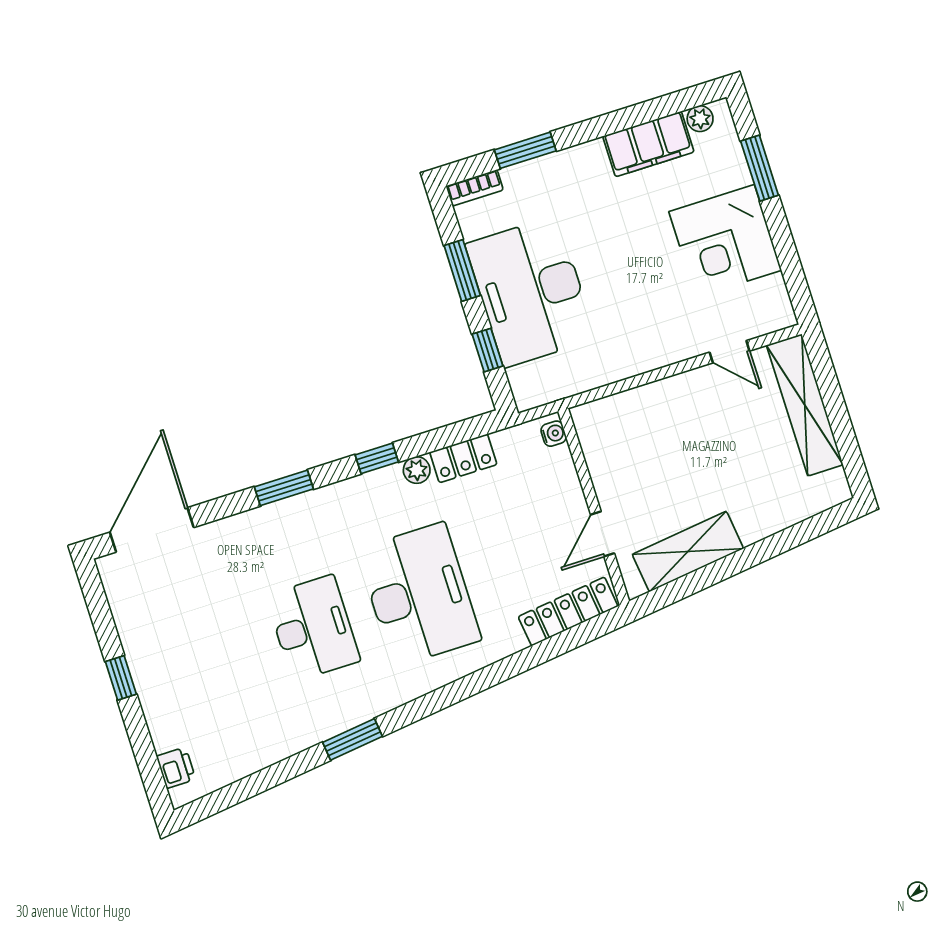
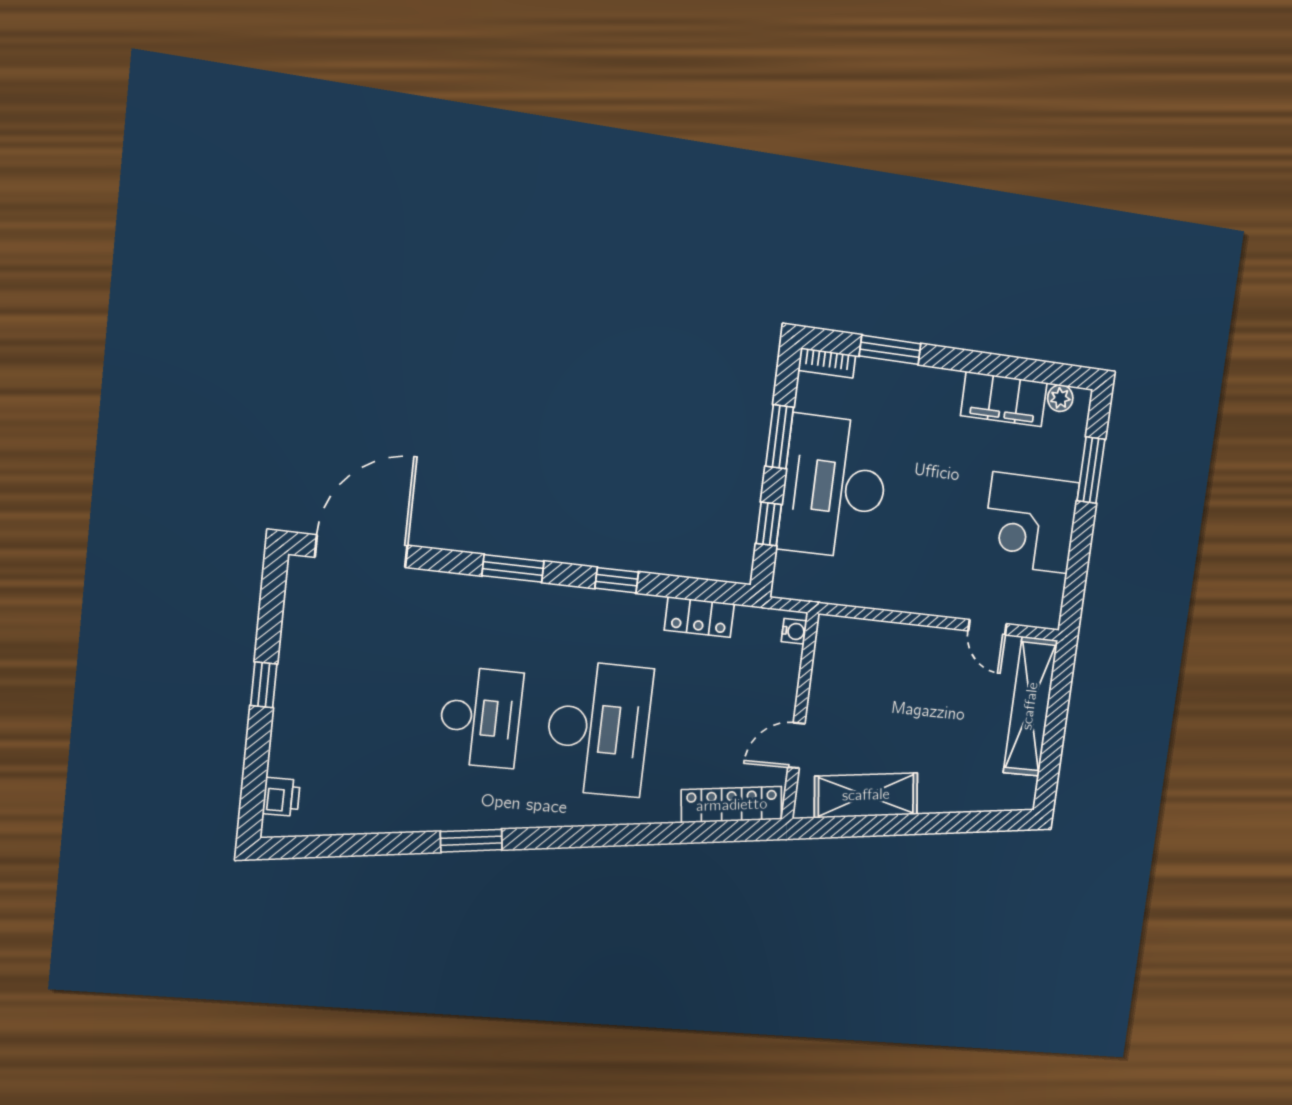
plant: (417, 470) -> (650, 608), removed

